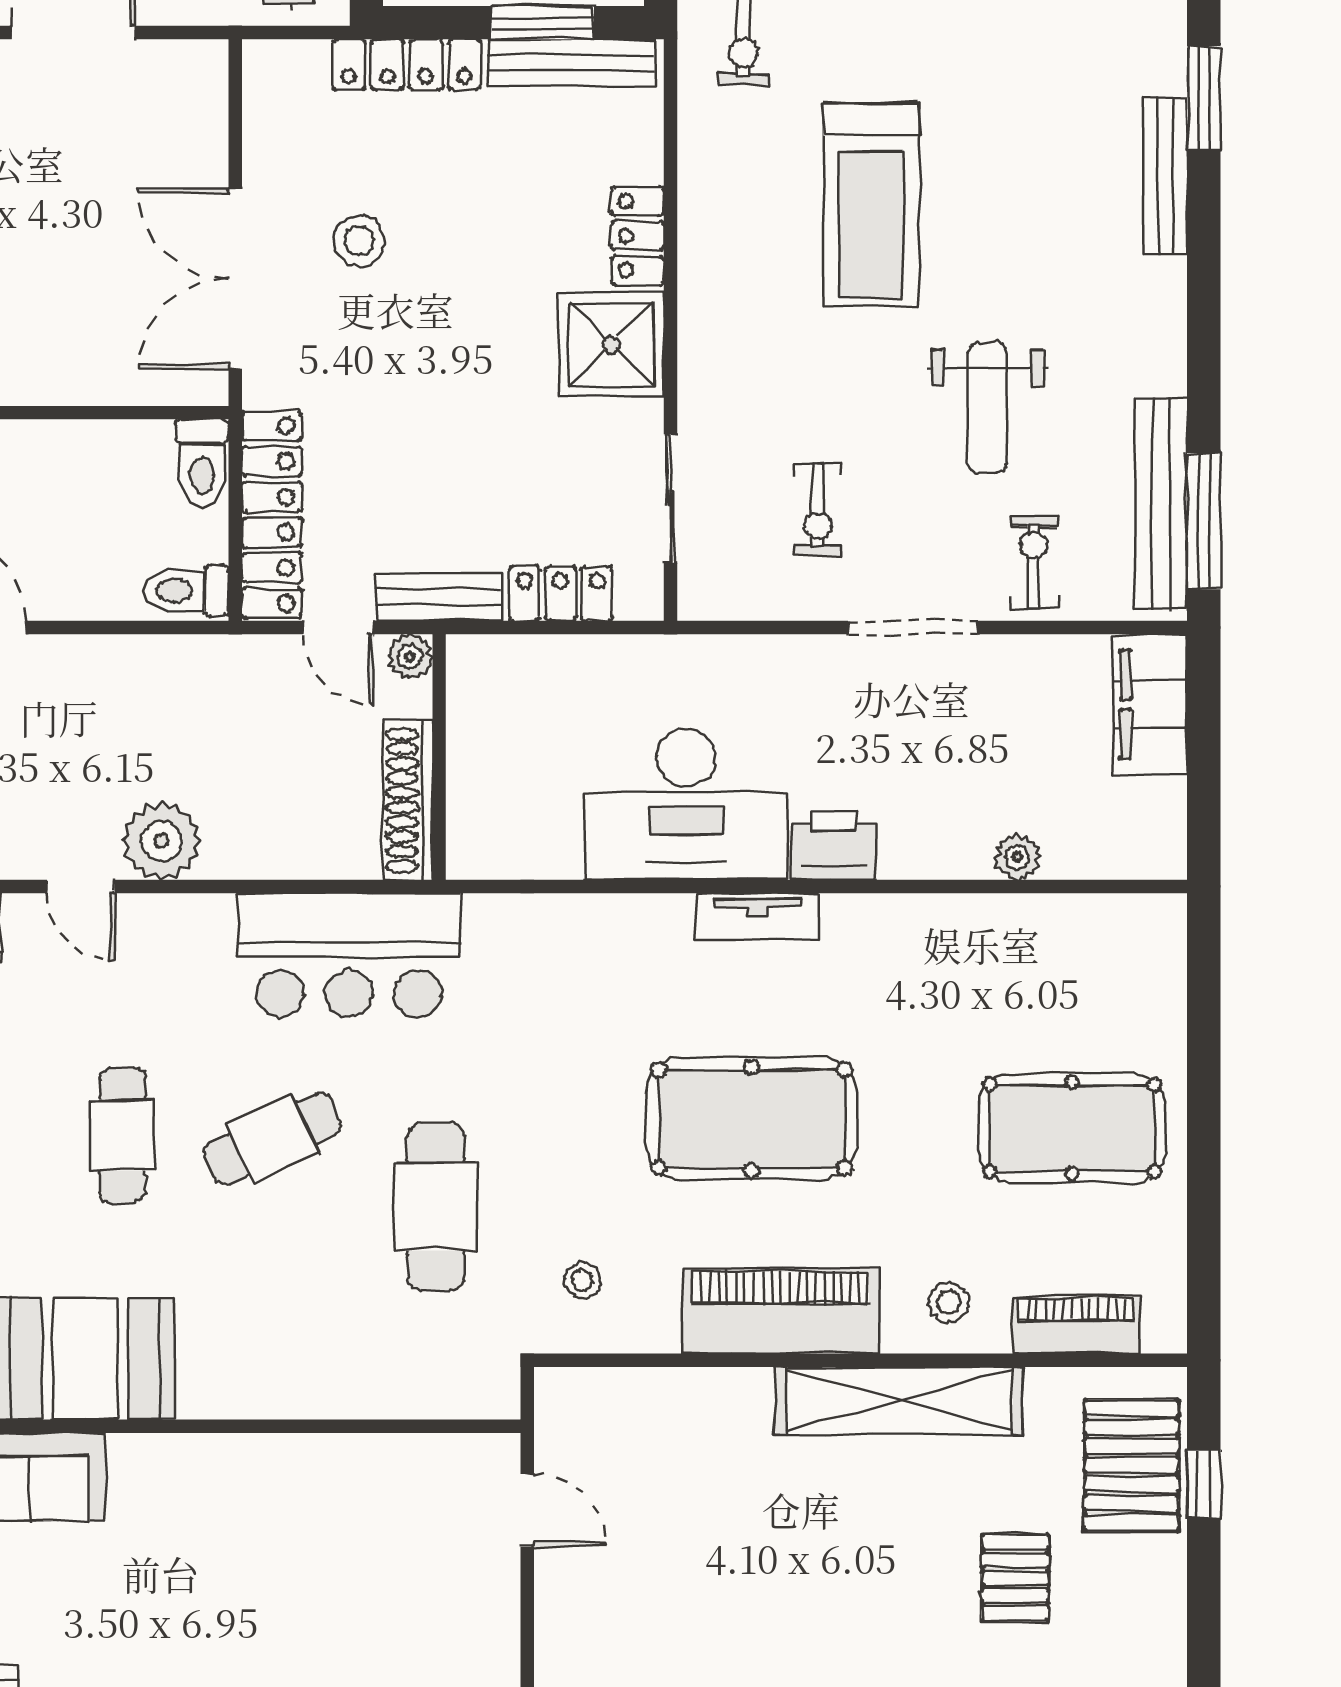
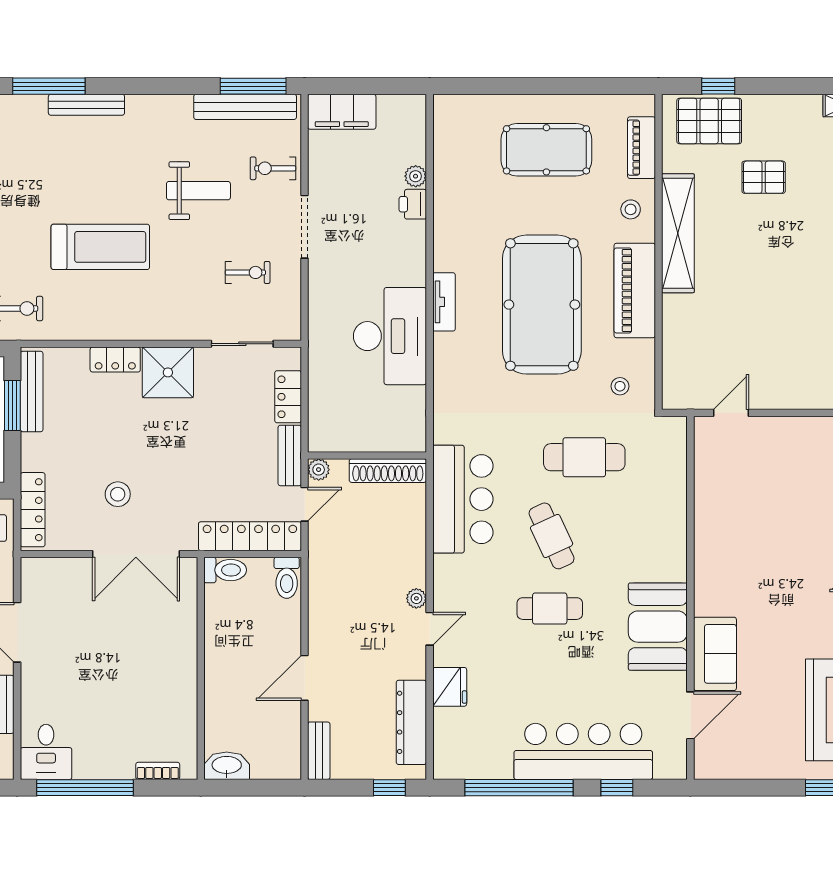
locker: (407, 65) -> (33, 510), moved
window: (1204, 98) -> (49, 86), width x1.44
plant: (161, 841) -> (416, 598), width x0.53, depth x0.53
printer: (834, 845) -> (413, 204), moved, width x0.73, depth x0.81
pool table: (752, 1119) -> (542, 305), width x1.36, depth x1.32
pool table: (1072, 1128) -> (546, 150), turned 90

